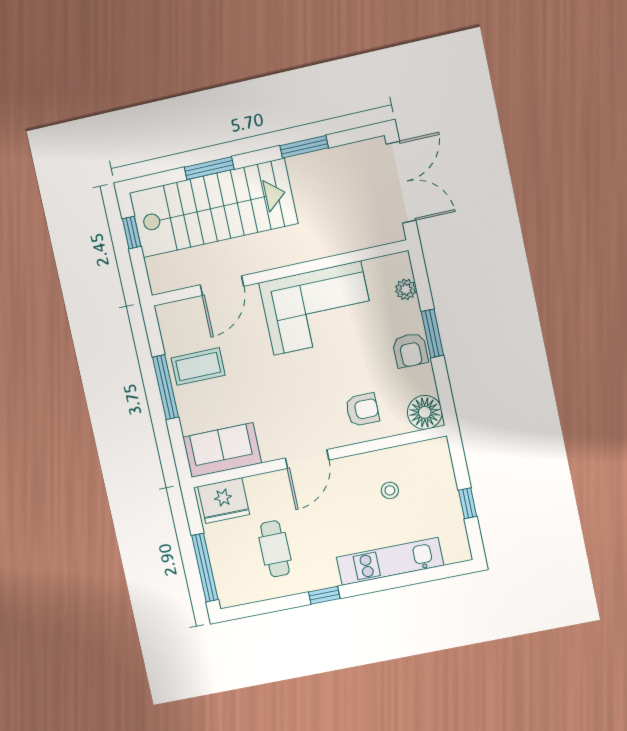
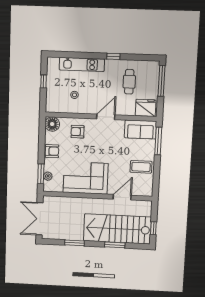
window: (432, 333) -> (41, 174), moved
armchair: (410, 350) -> (52, 151), turned 90
window: (165, 387) -> (158, 141), moved

